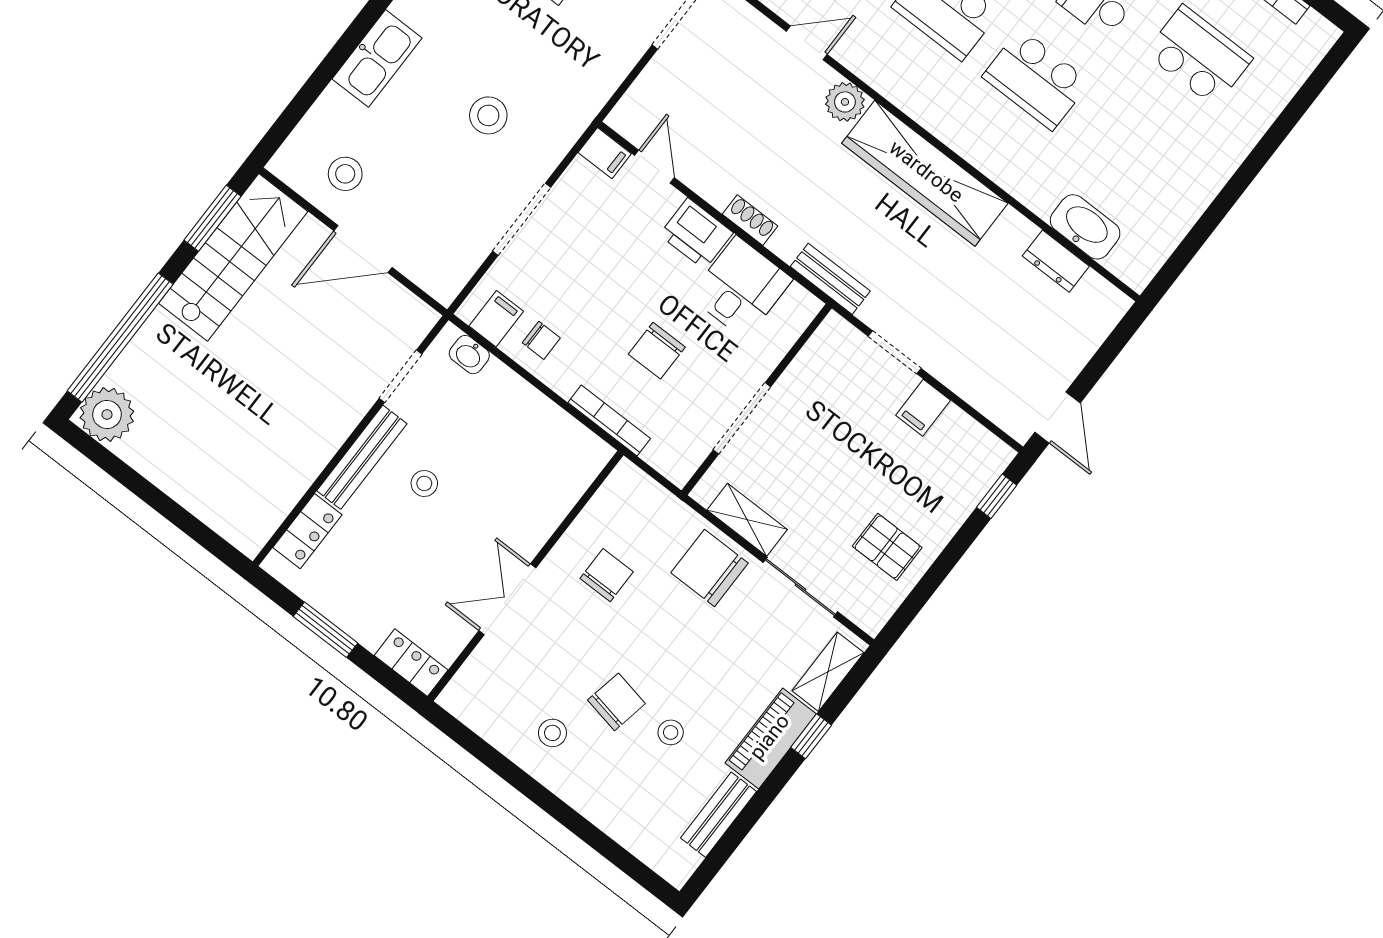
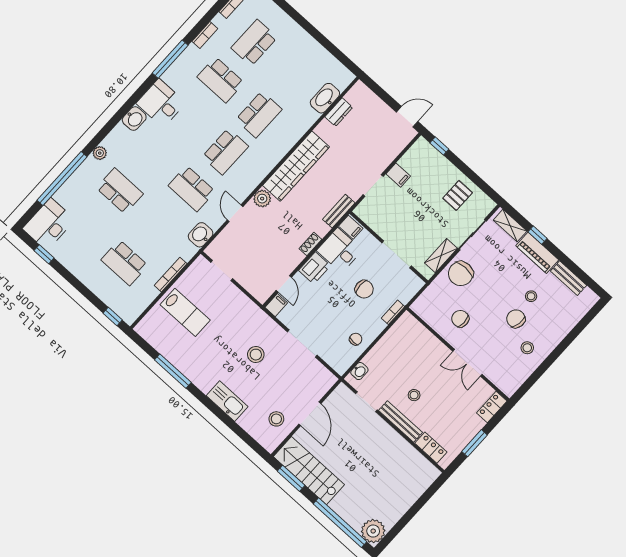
door: (654, 167) -> (284, 284), swing flipped
filing cabinet: (496, 319) -> (351, 227), moved, turned 180
bookcase: (609, 421) -> (393, 312), width x0.64

